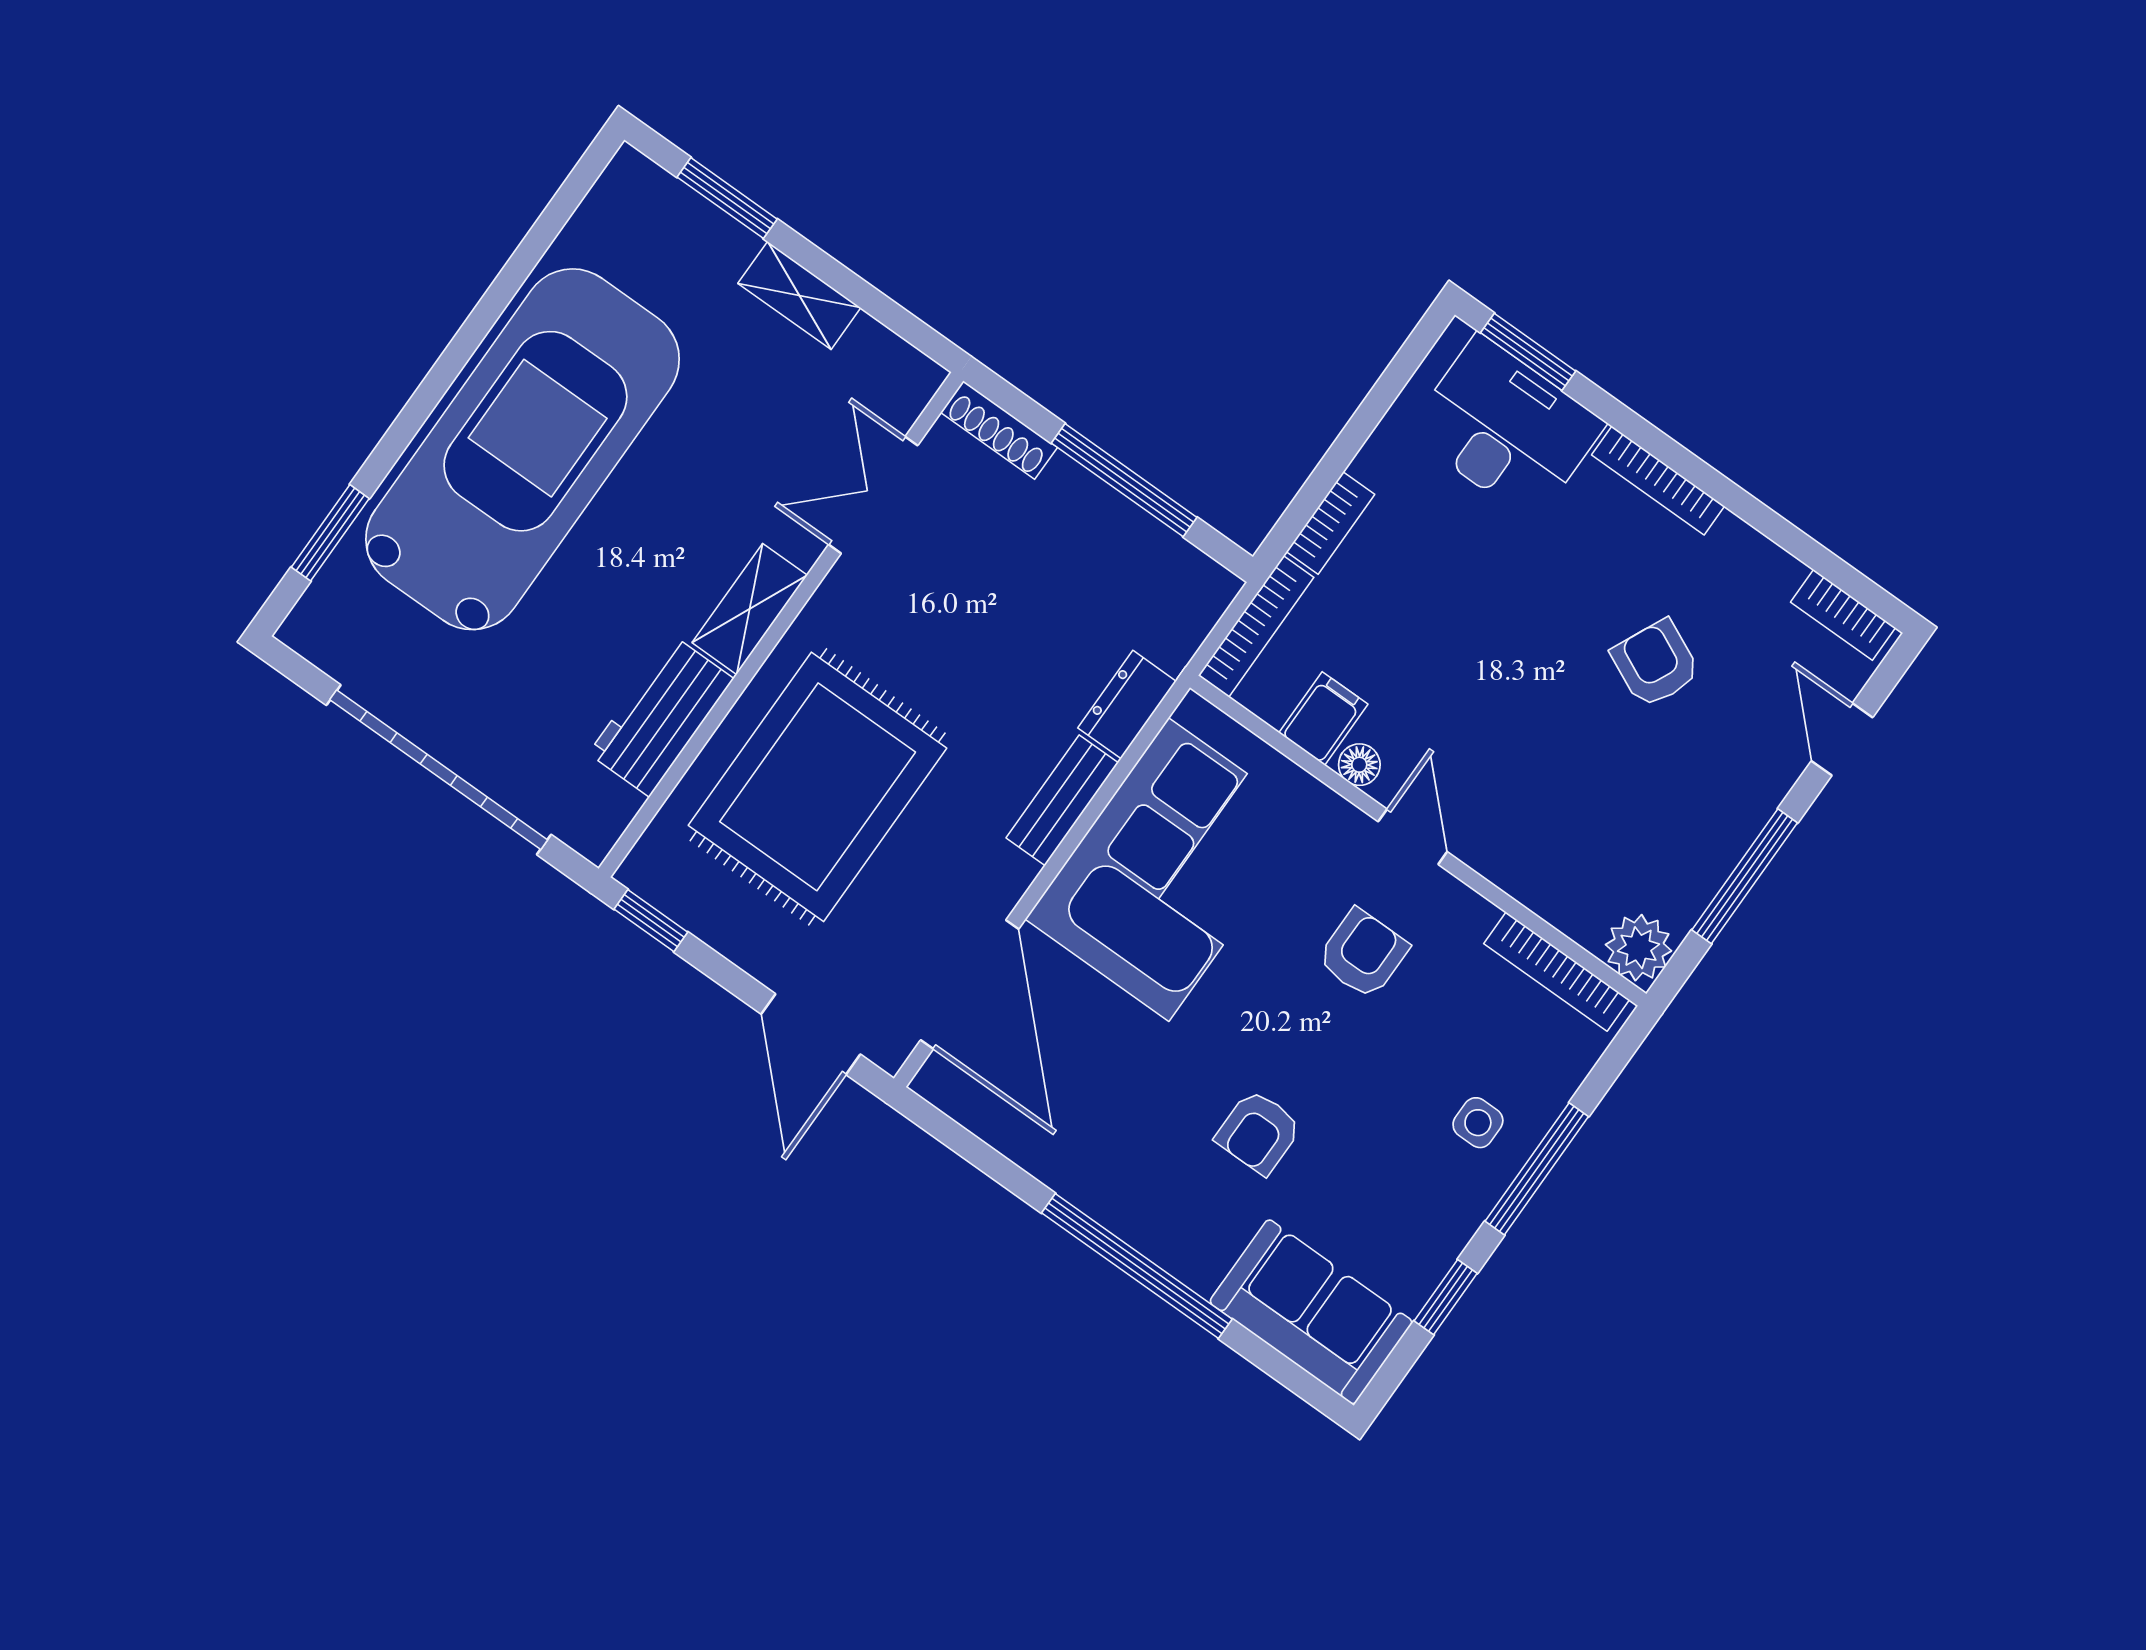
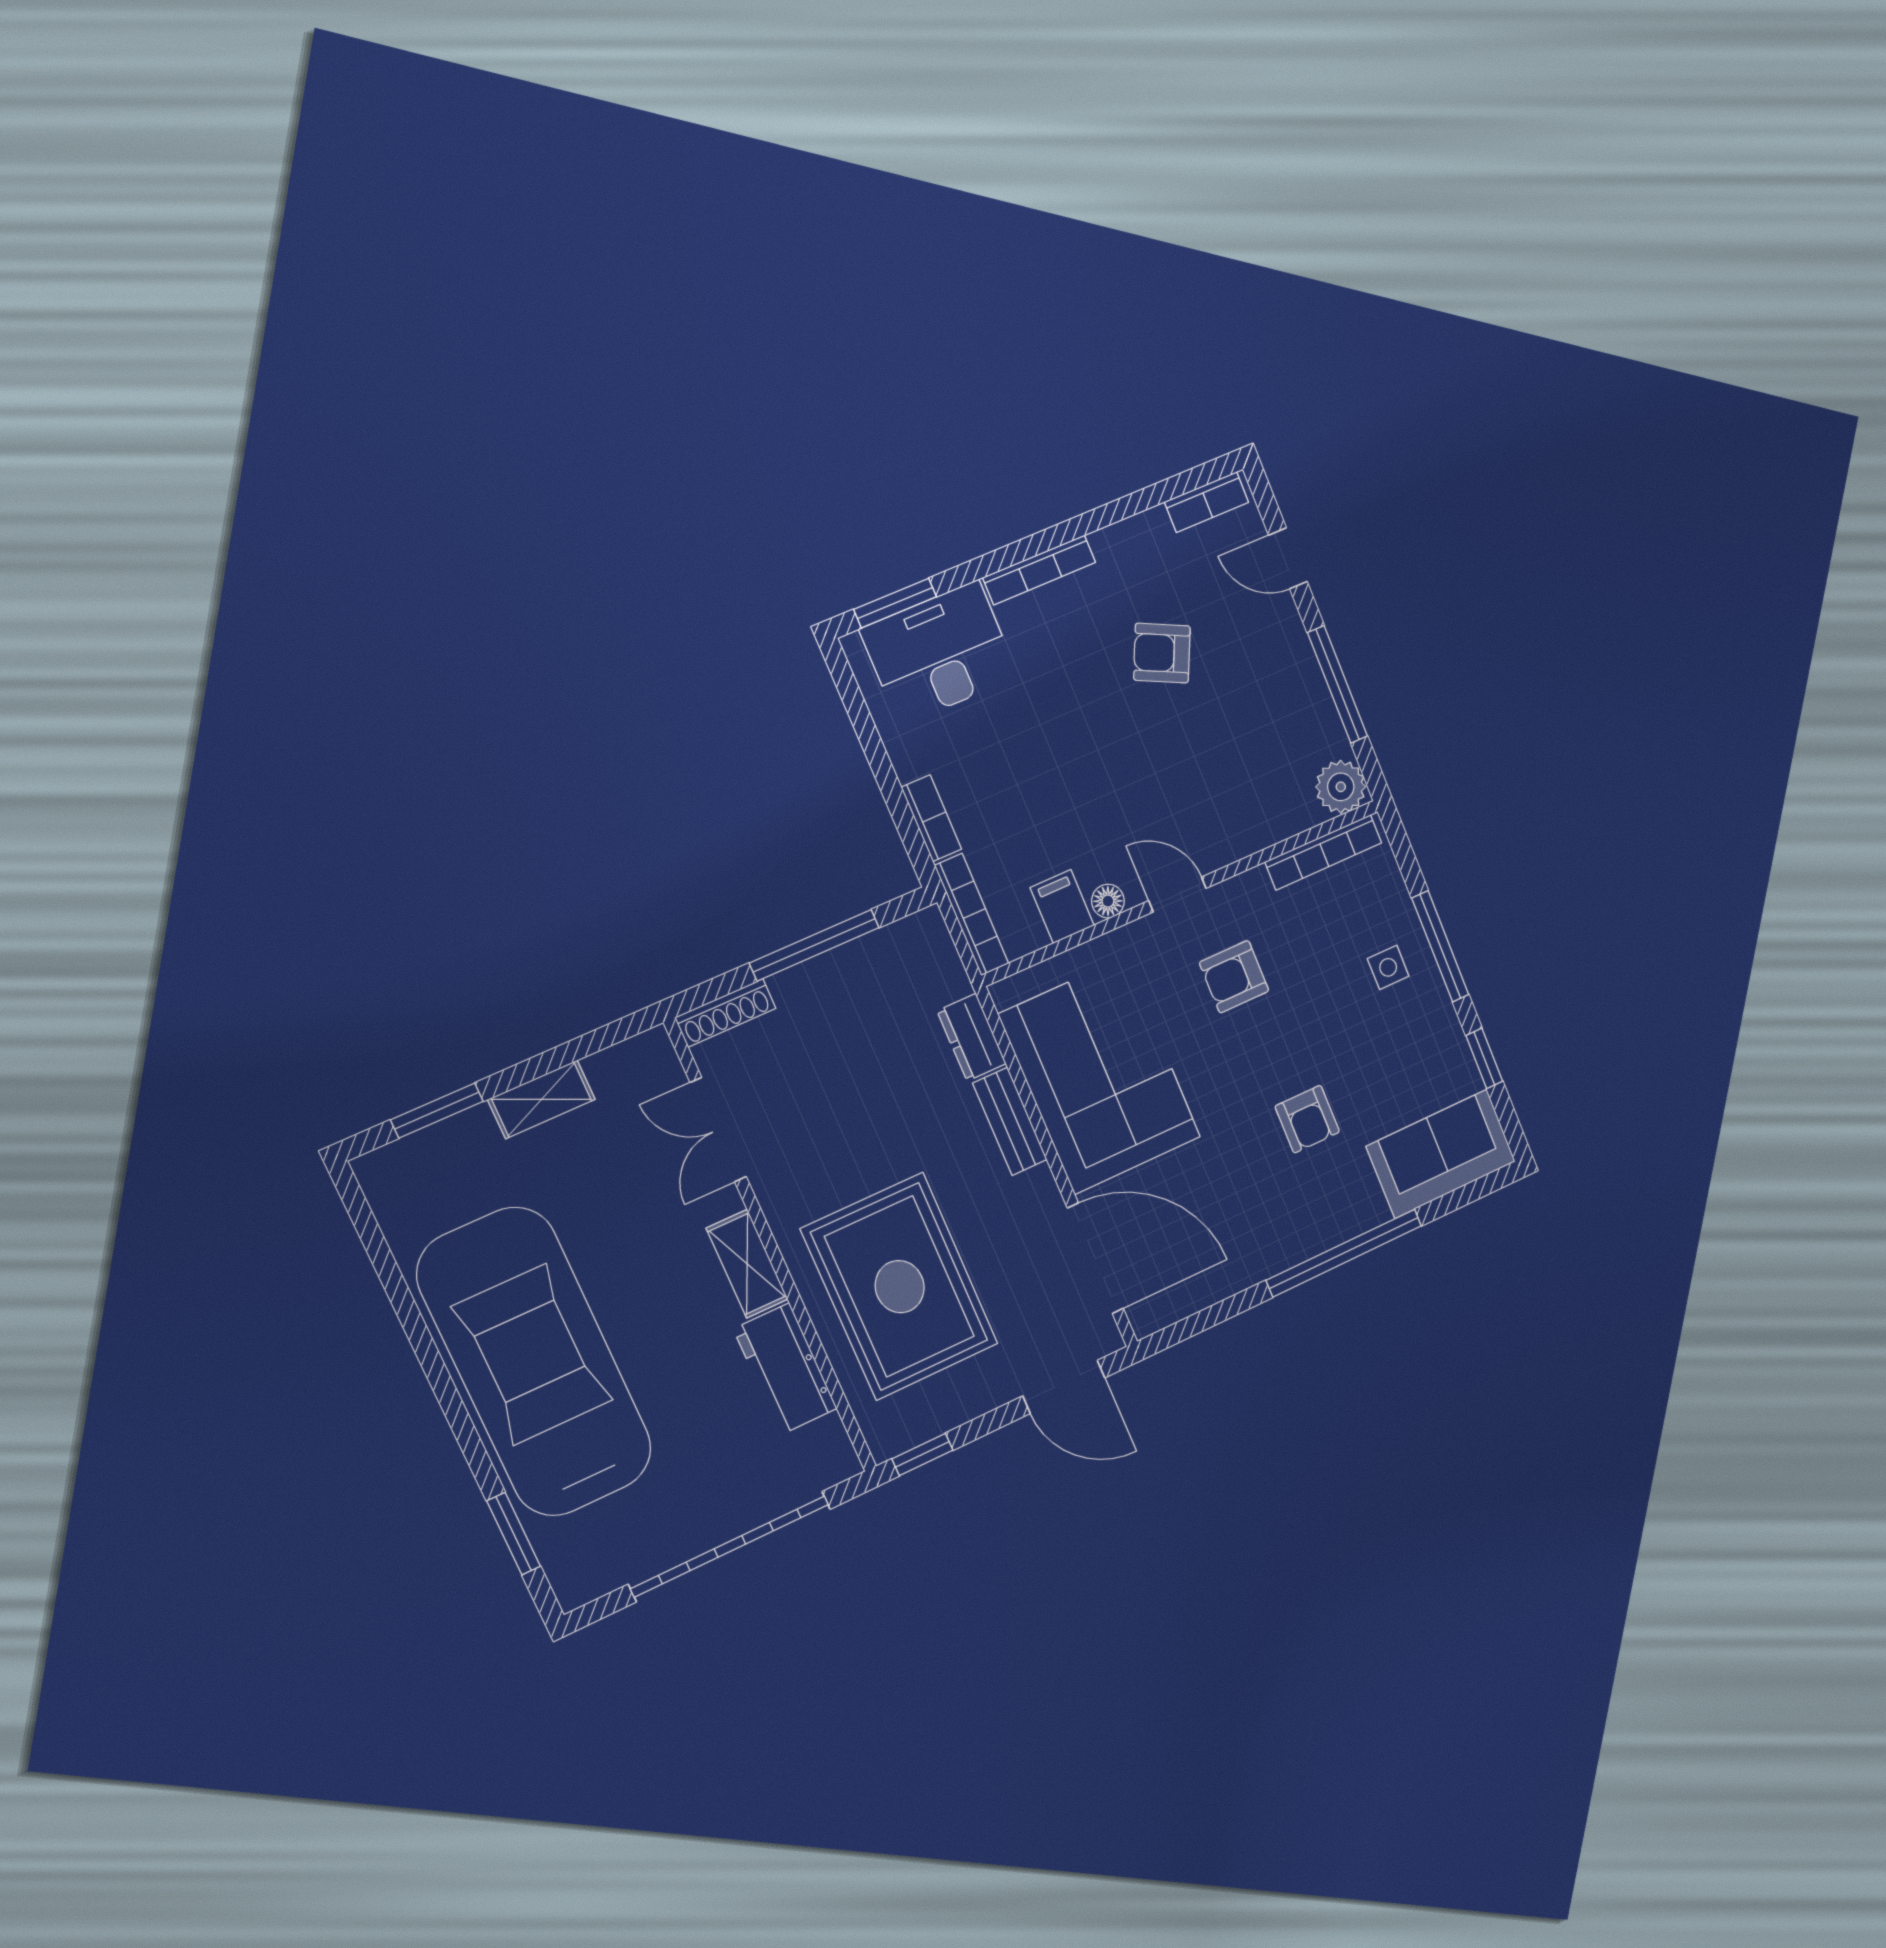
armchair: (1363, 954) -> (1234, 977), turned -90

